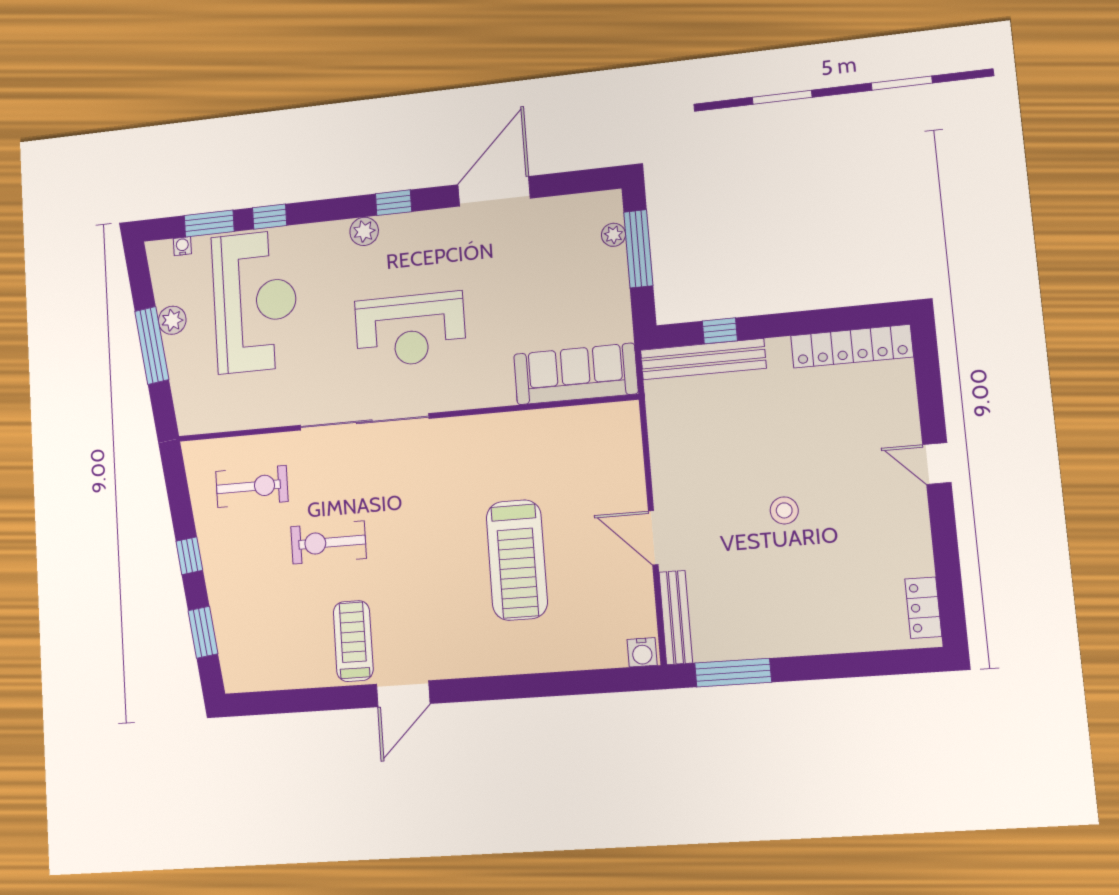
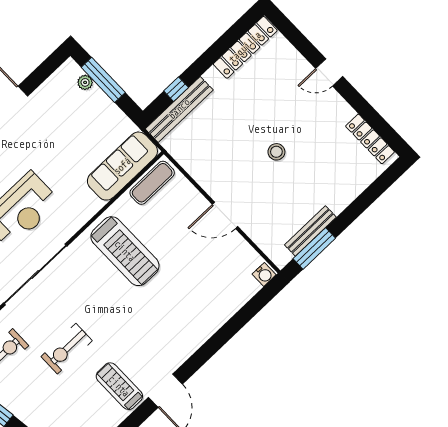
exercise mat: (595, 424) -> (152, 183), added
treadmill: (517, 560) -> (125, 251), moved
locker: (923, 608) -> (370, 139), width x1.53
bench: (676, 617) -> (310, 231), moved, turned 90

